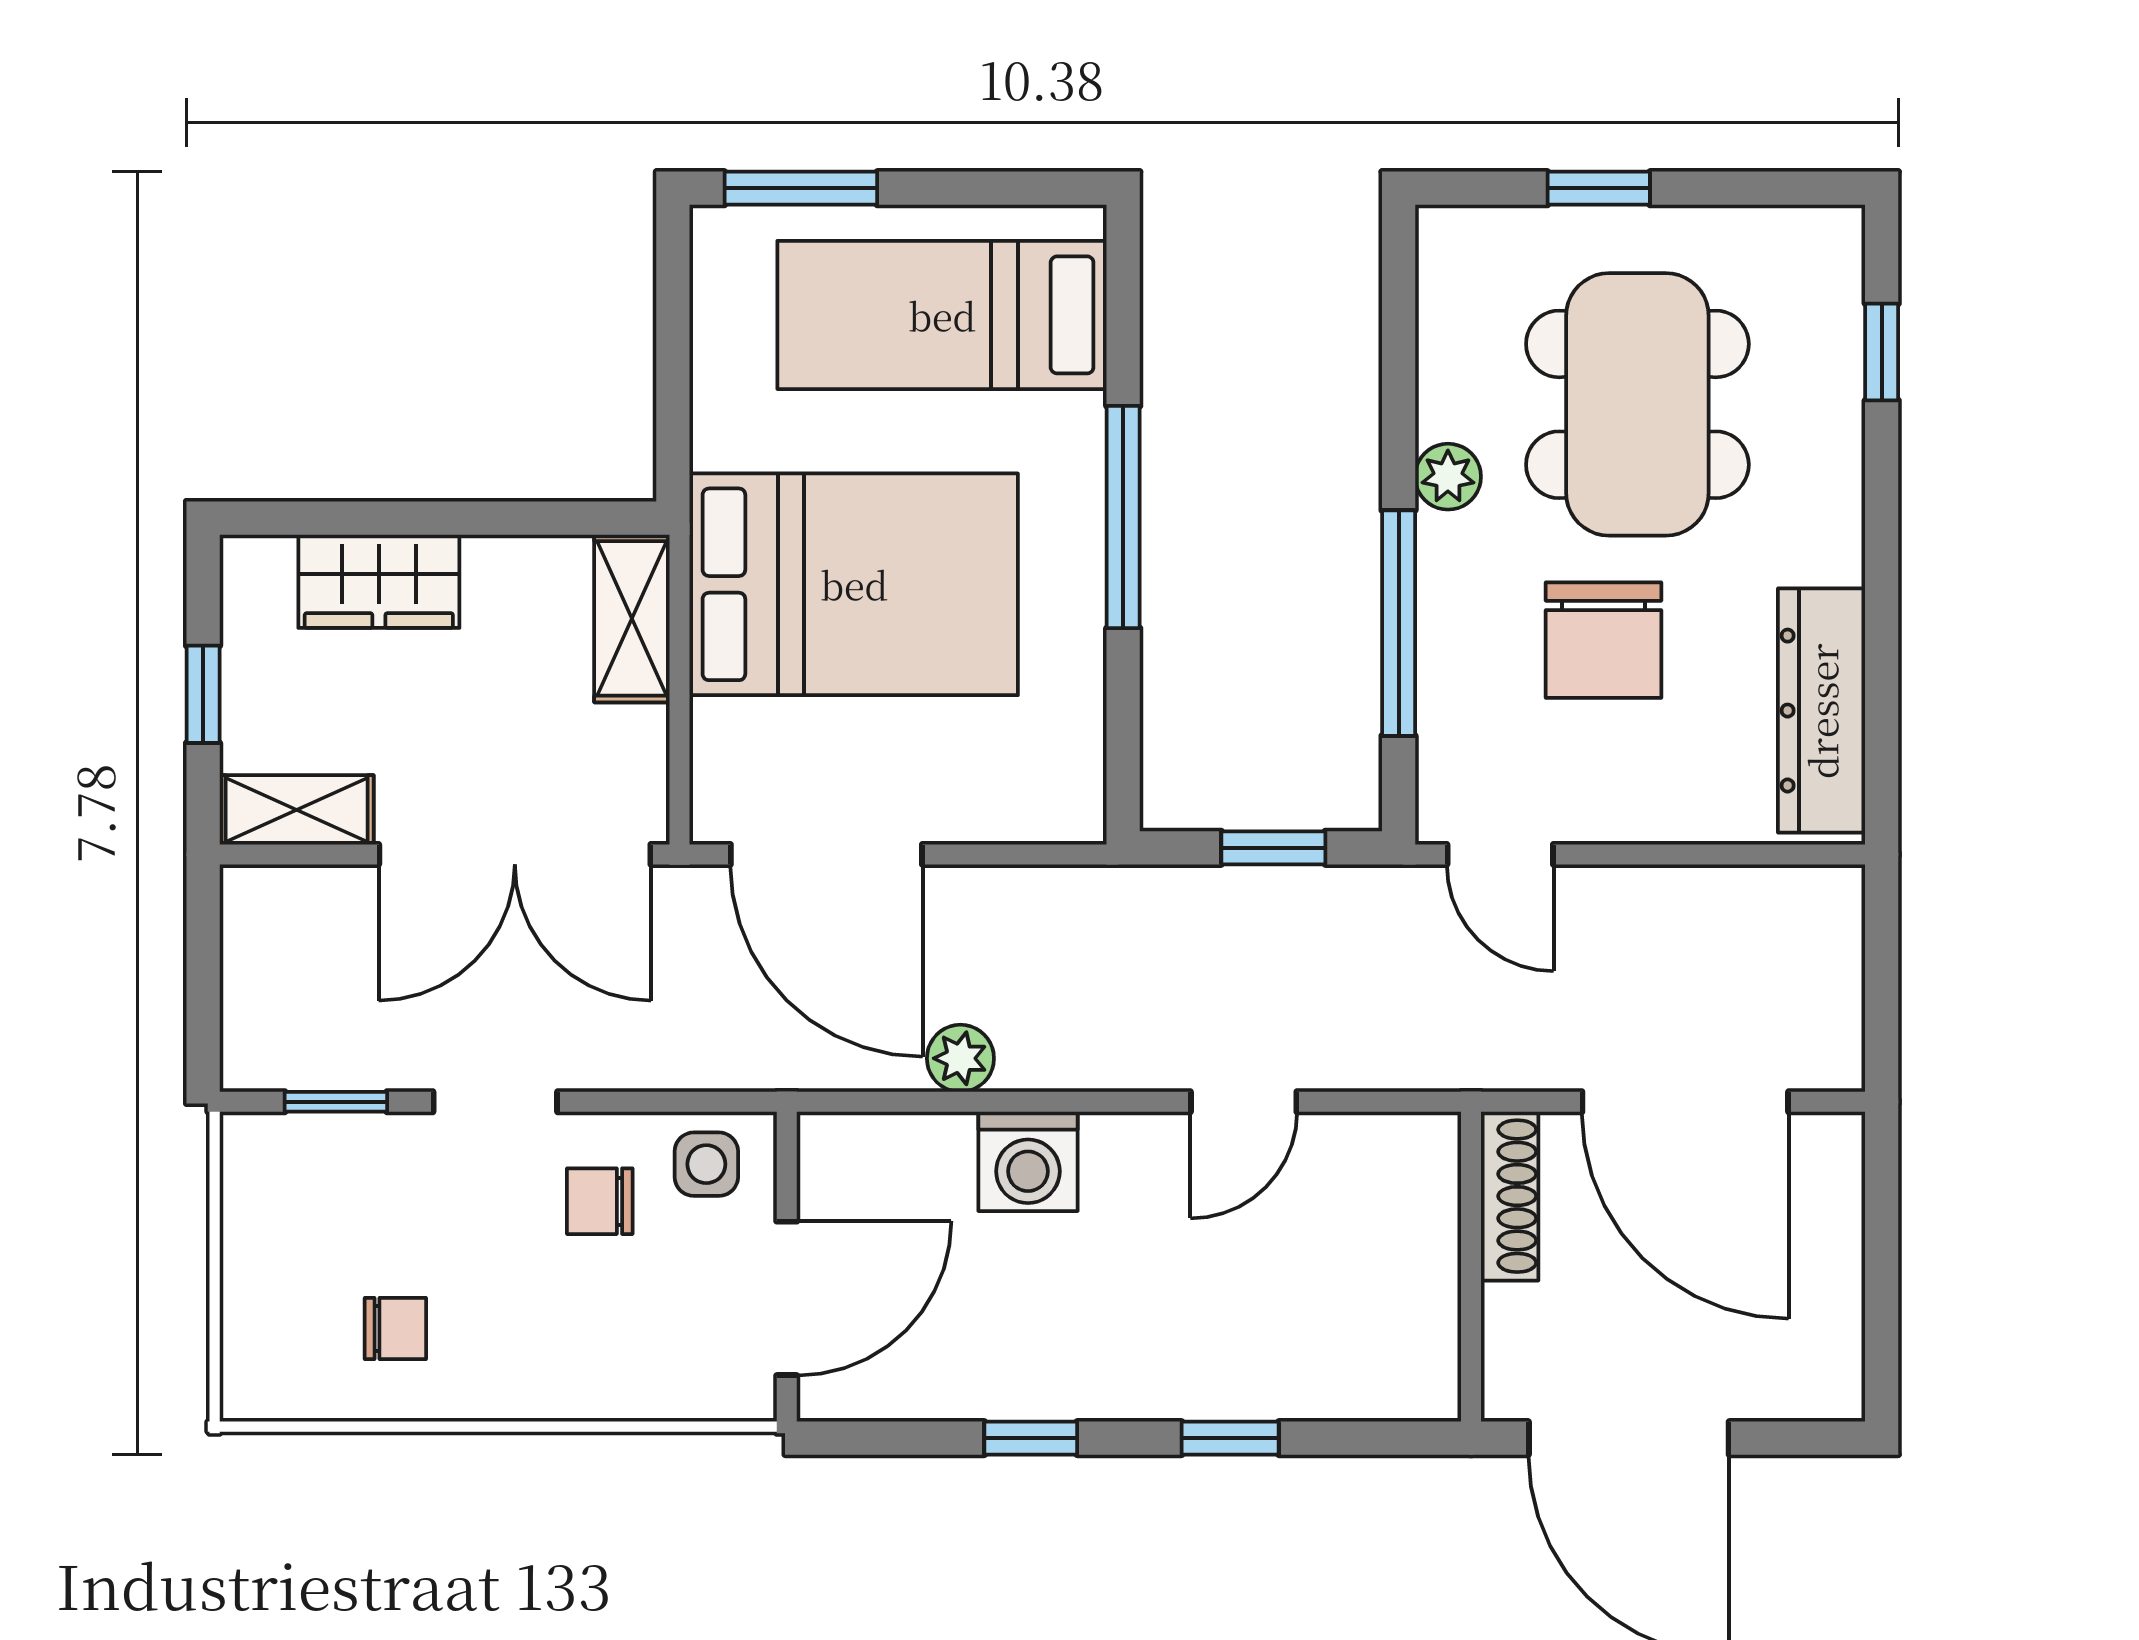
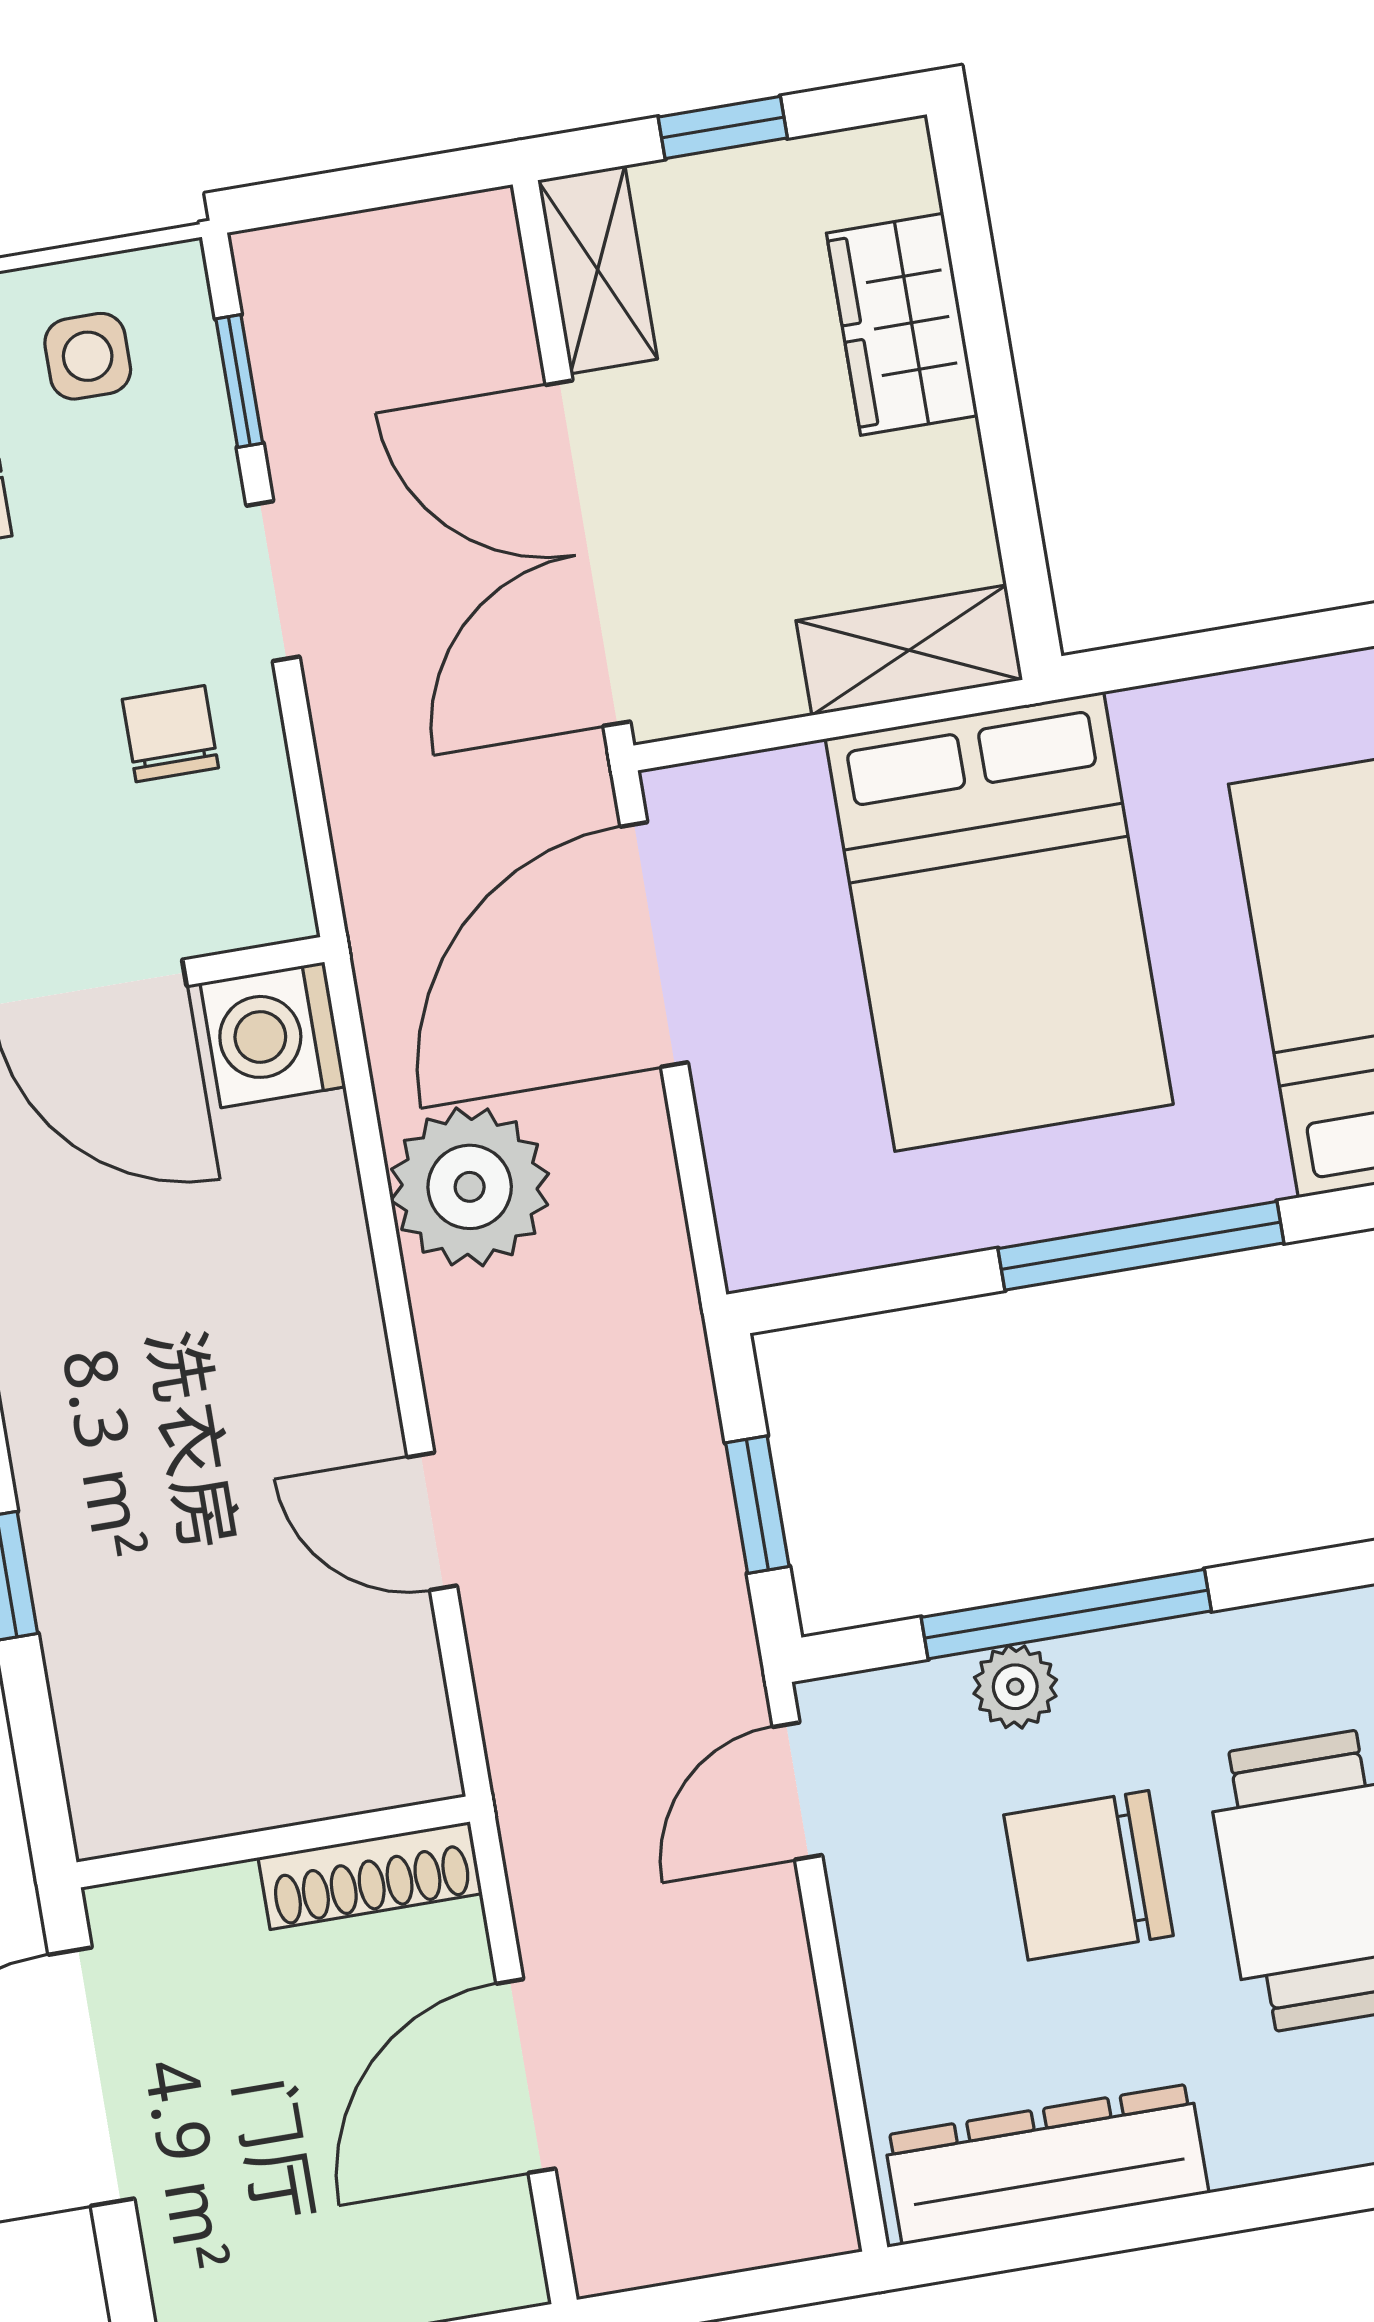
plant: (1448, 477) -> (1015, 1687), moved
plant: (960, 1058) -> (470, 1187), width x1.88, depth x1.88
door: (1685, 1102) -> (526, 2076), width x0.73
washing machine: (1028, 1161) -> (273, 1035), moved
side table: (706, 1164) -> (88, 356), moved

